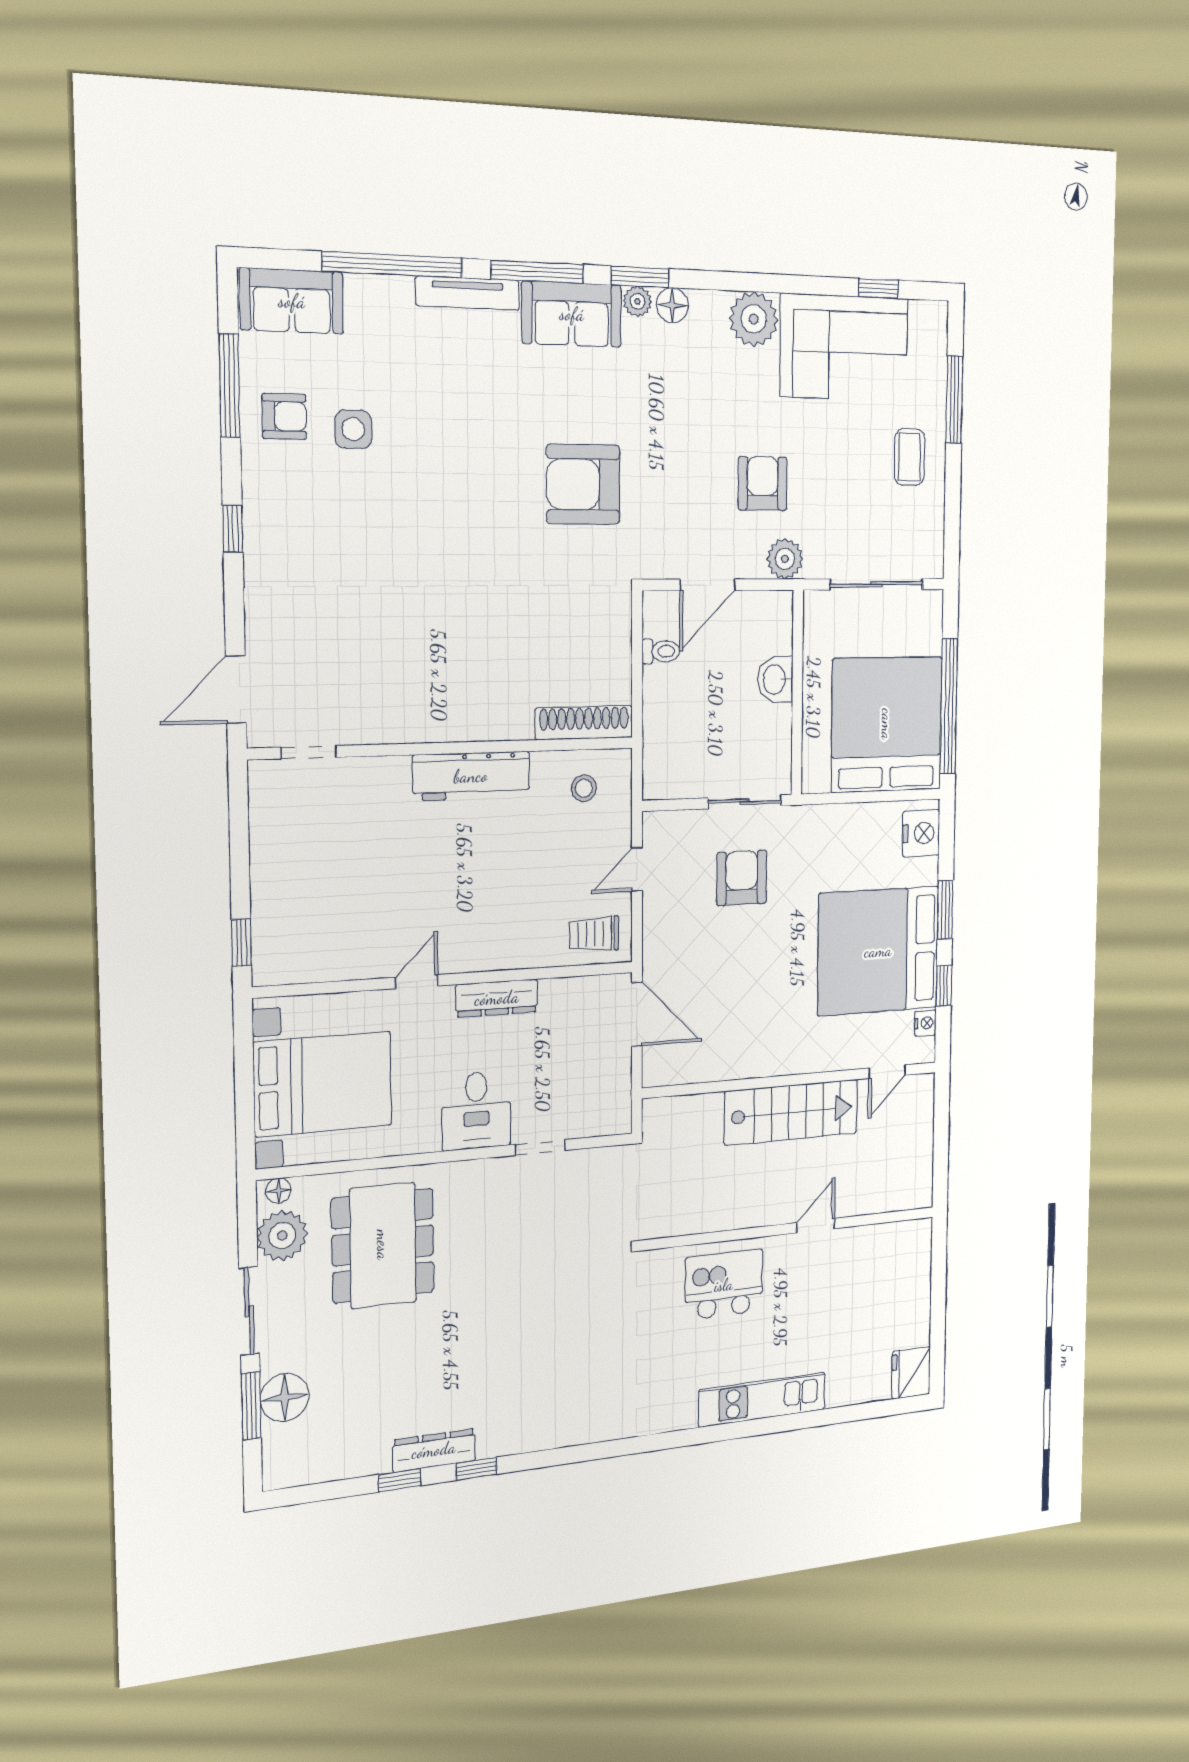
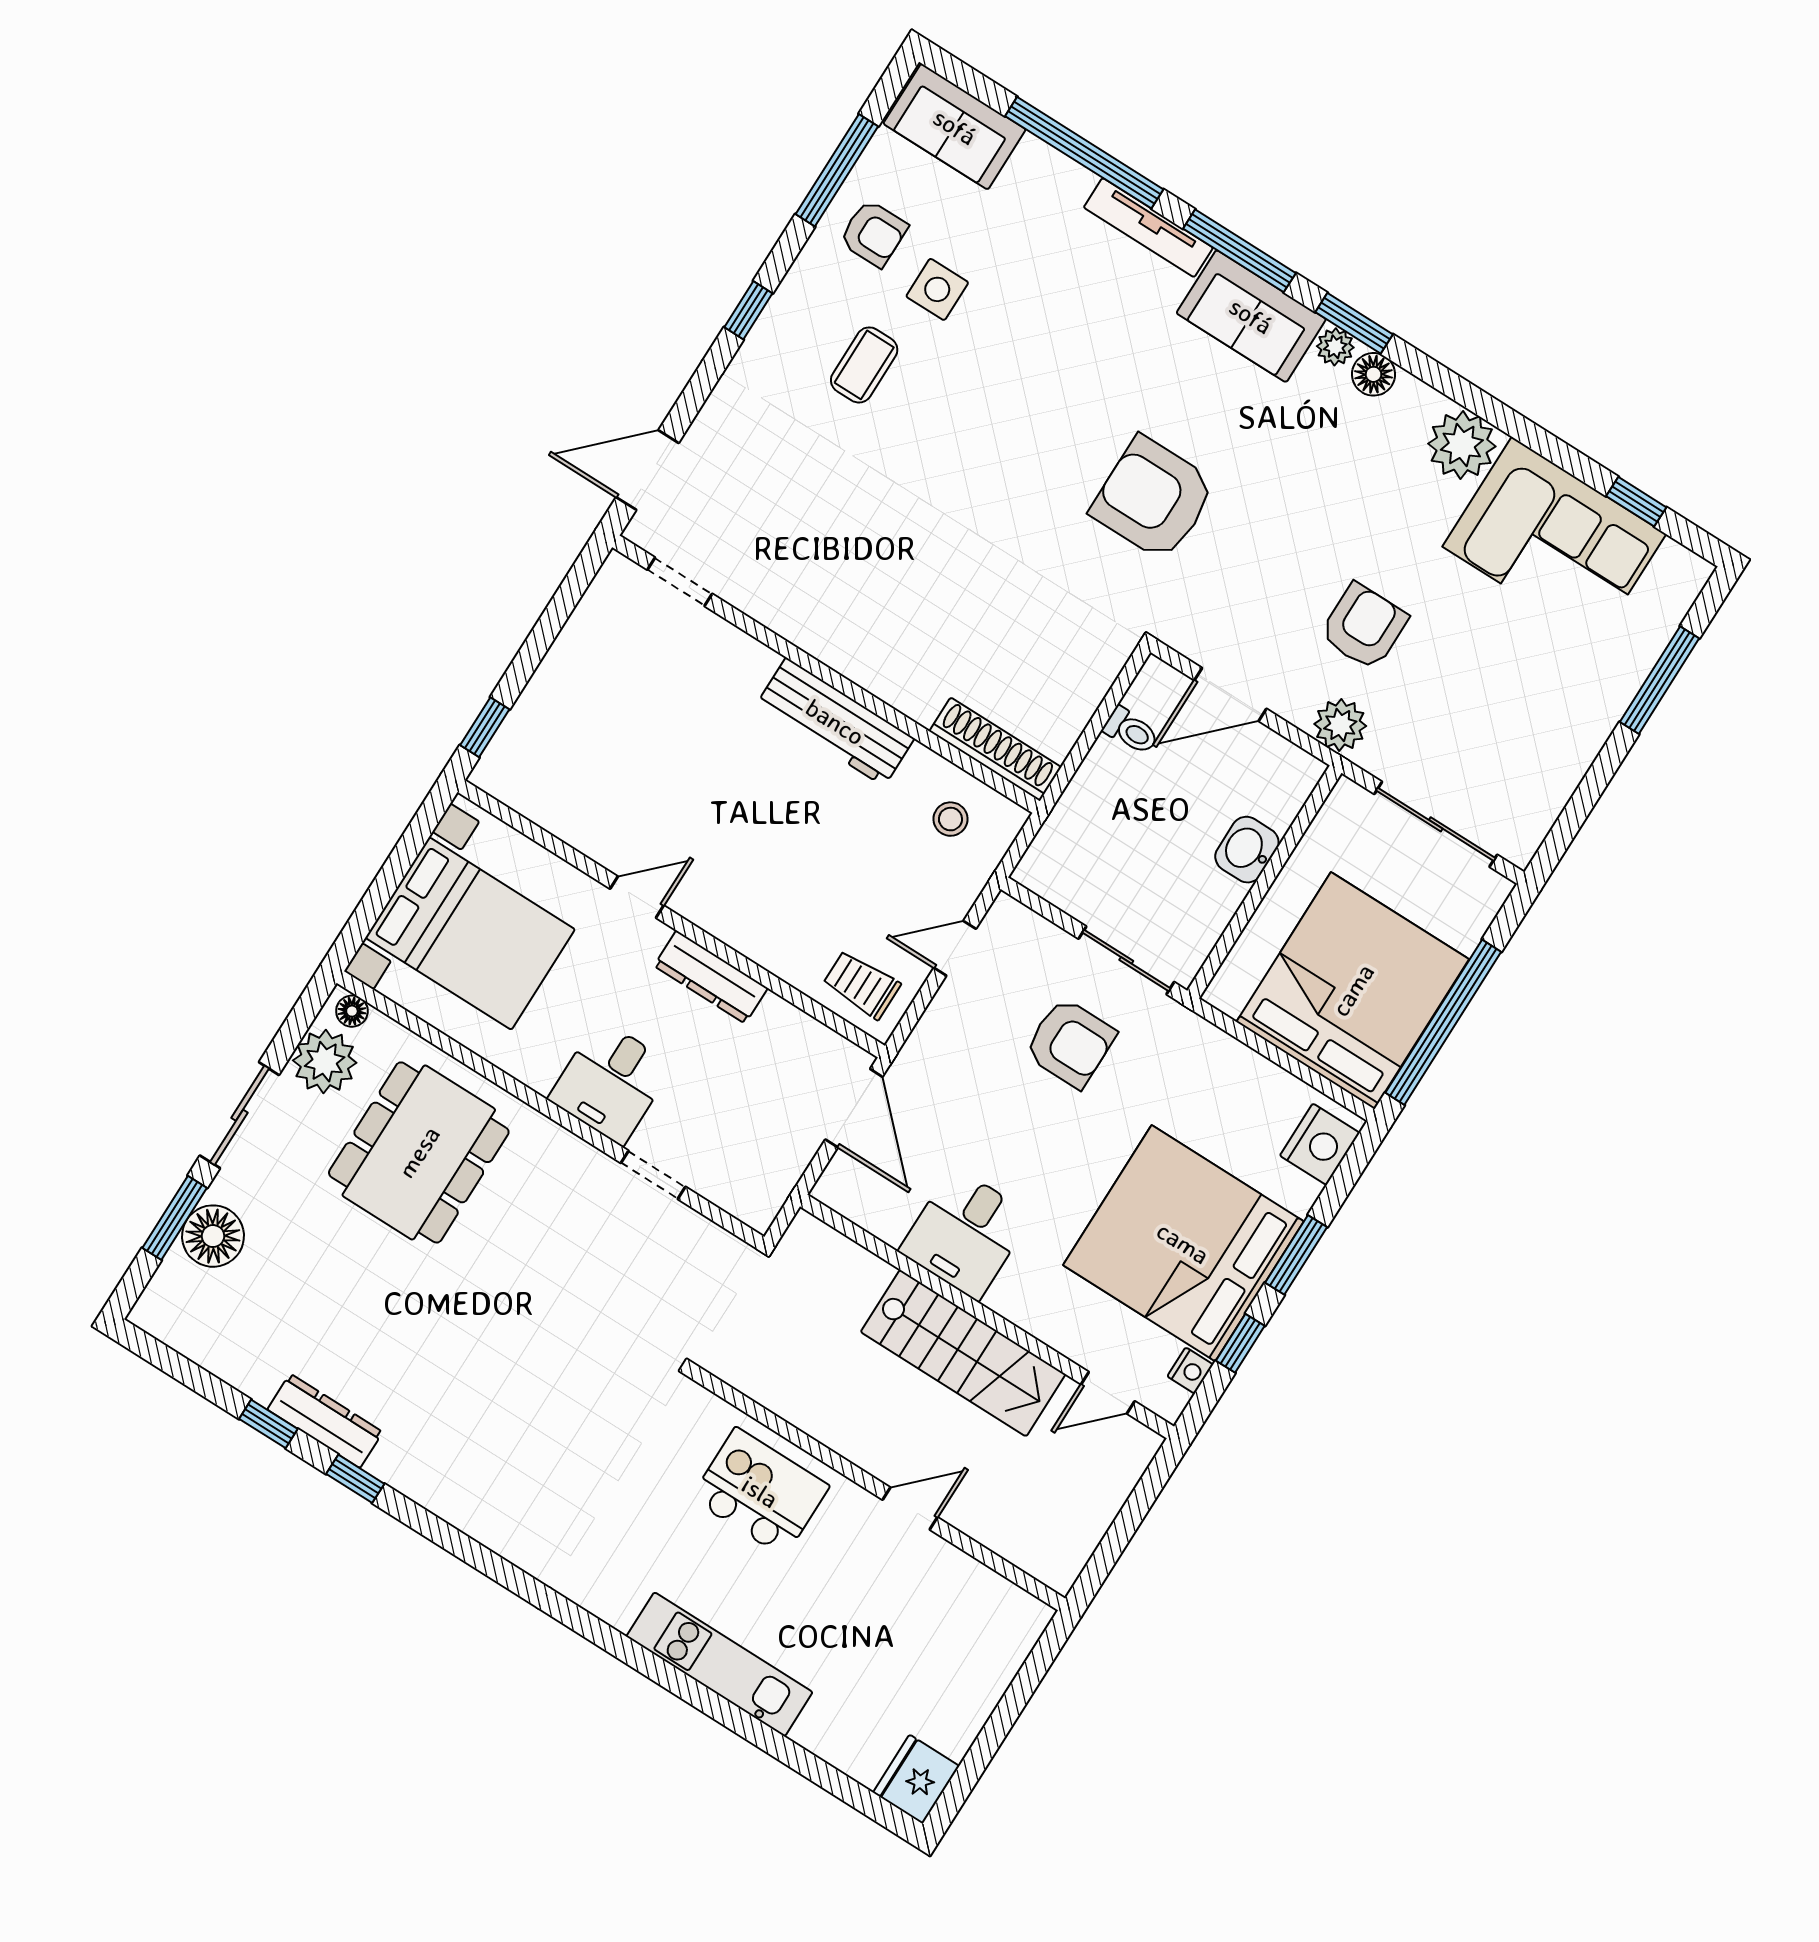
coffee table: (910, 457) -> (864, 365), moved
armchair: (742, 878) -> (1070, 1043), turned 90
desk: (750, 1040) -> (965, 1233), added

